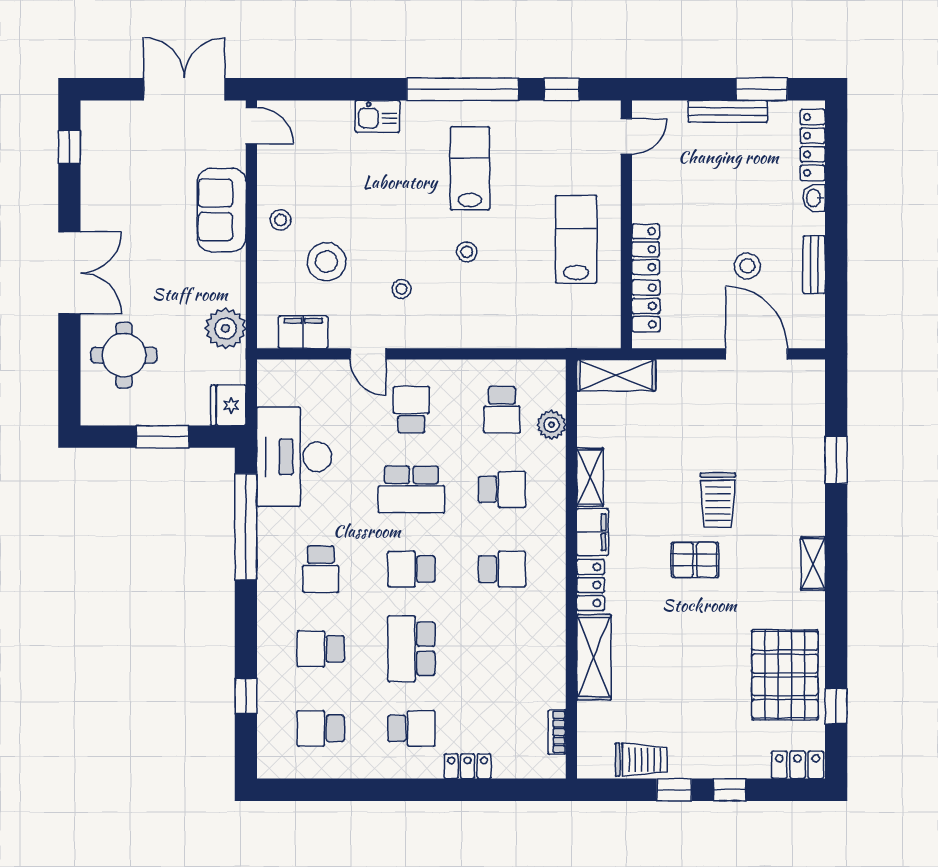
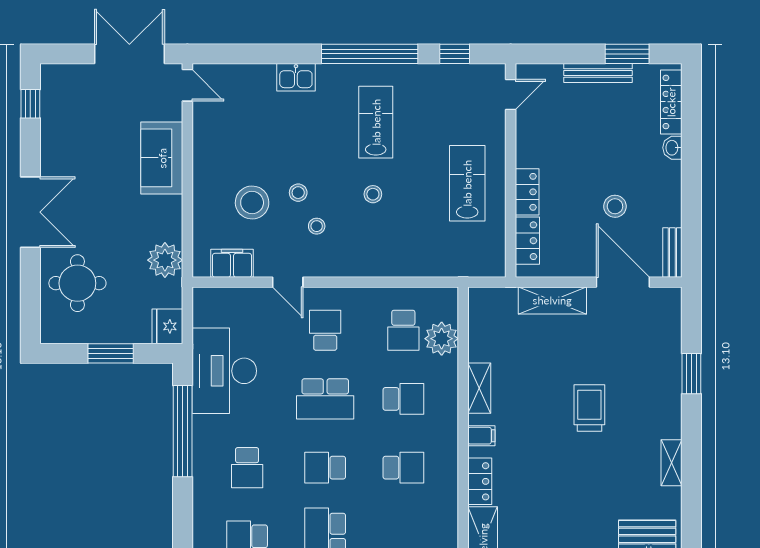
stool: (280, 220) -> (298, 193), moved
bench: (814, 265) -> (672, 253), moved
shelving: (616, 375) -> (552, 300), moved
plant: (551, 425) -> (442, 339), width x1.36, depth x1.36
trolley: (718, 500) -> (589, 408), turned 180
filing cabinet: (593, 532) -> (481, 436), width x0.50
pallet: (695, 560) -> (570, 460), removed

